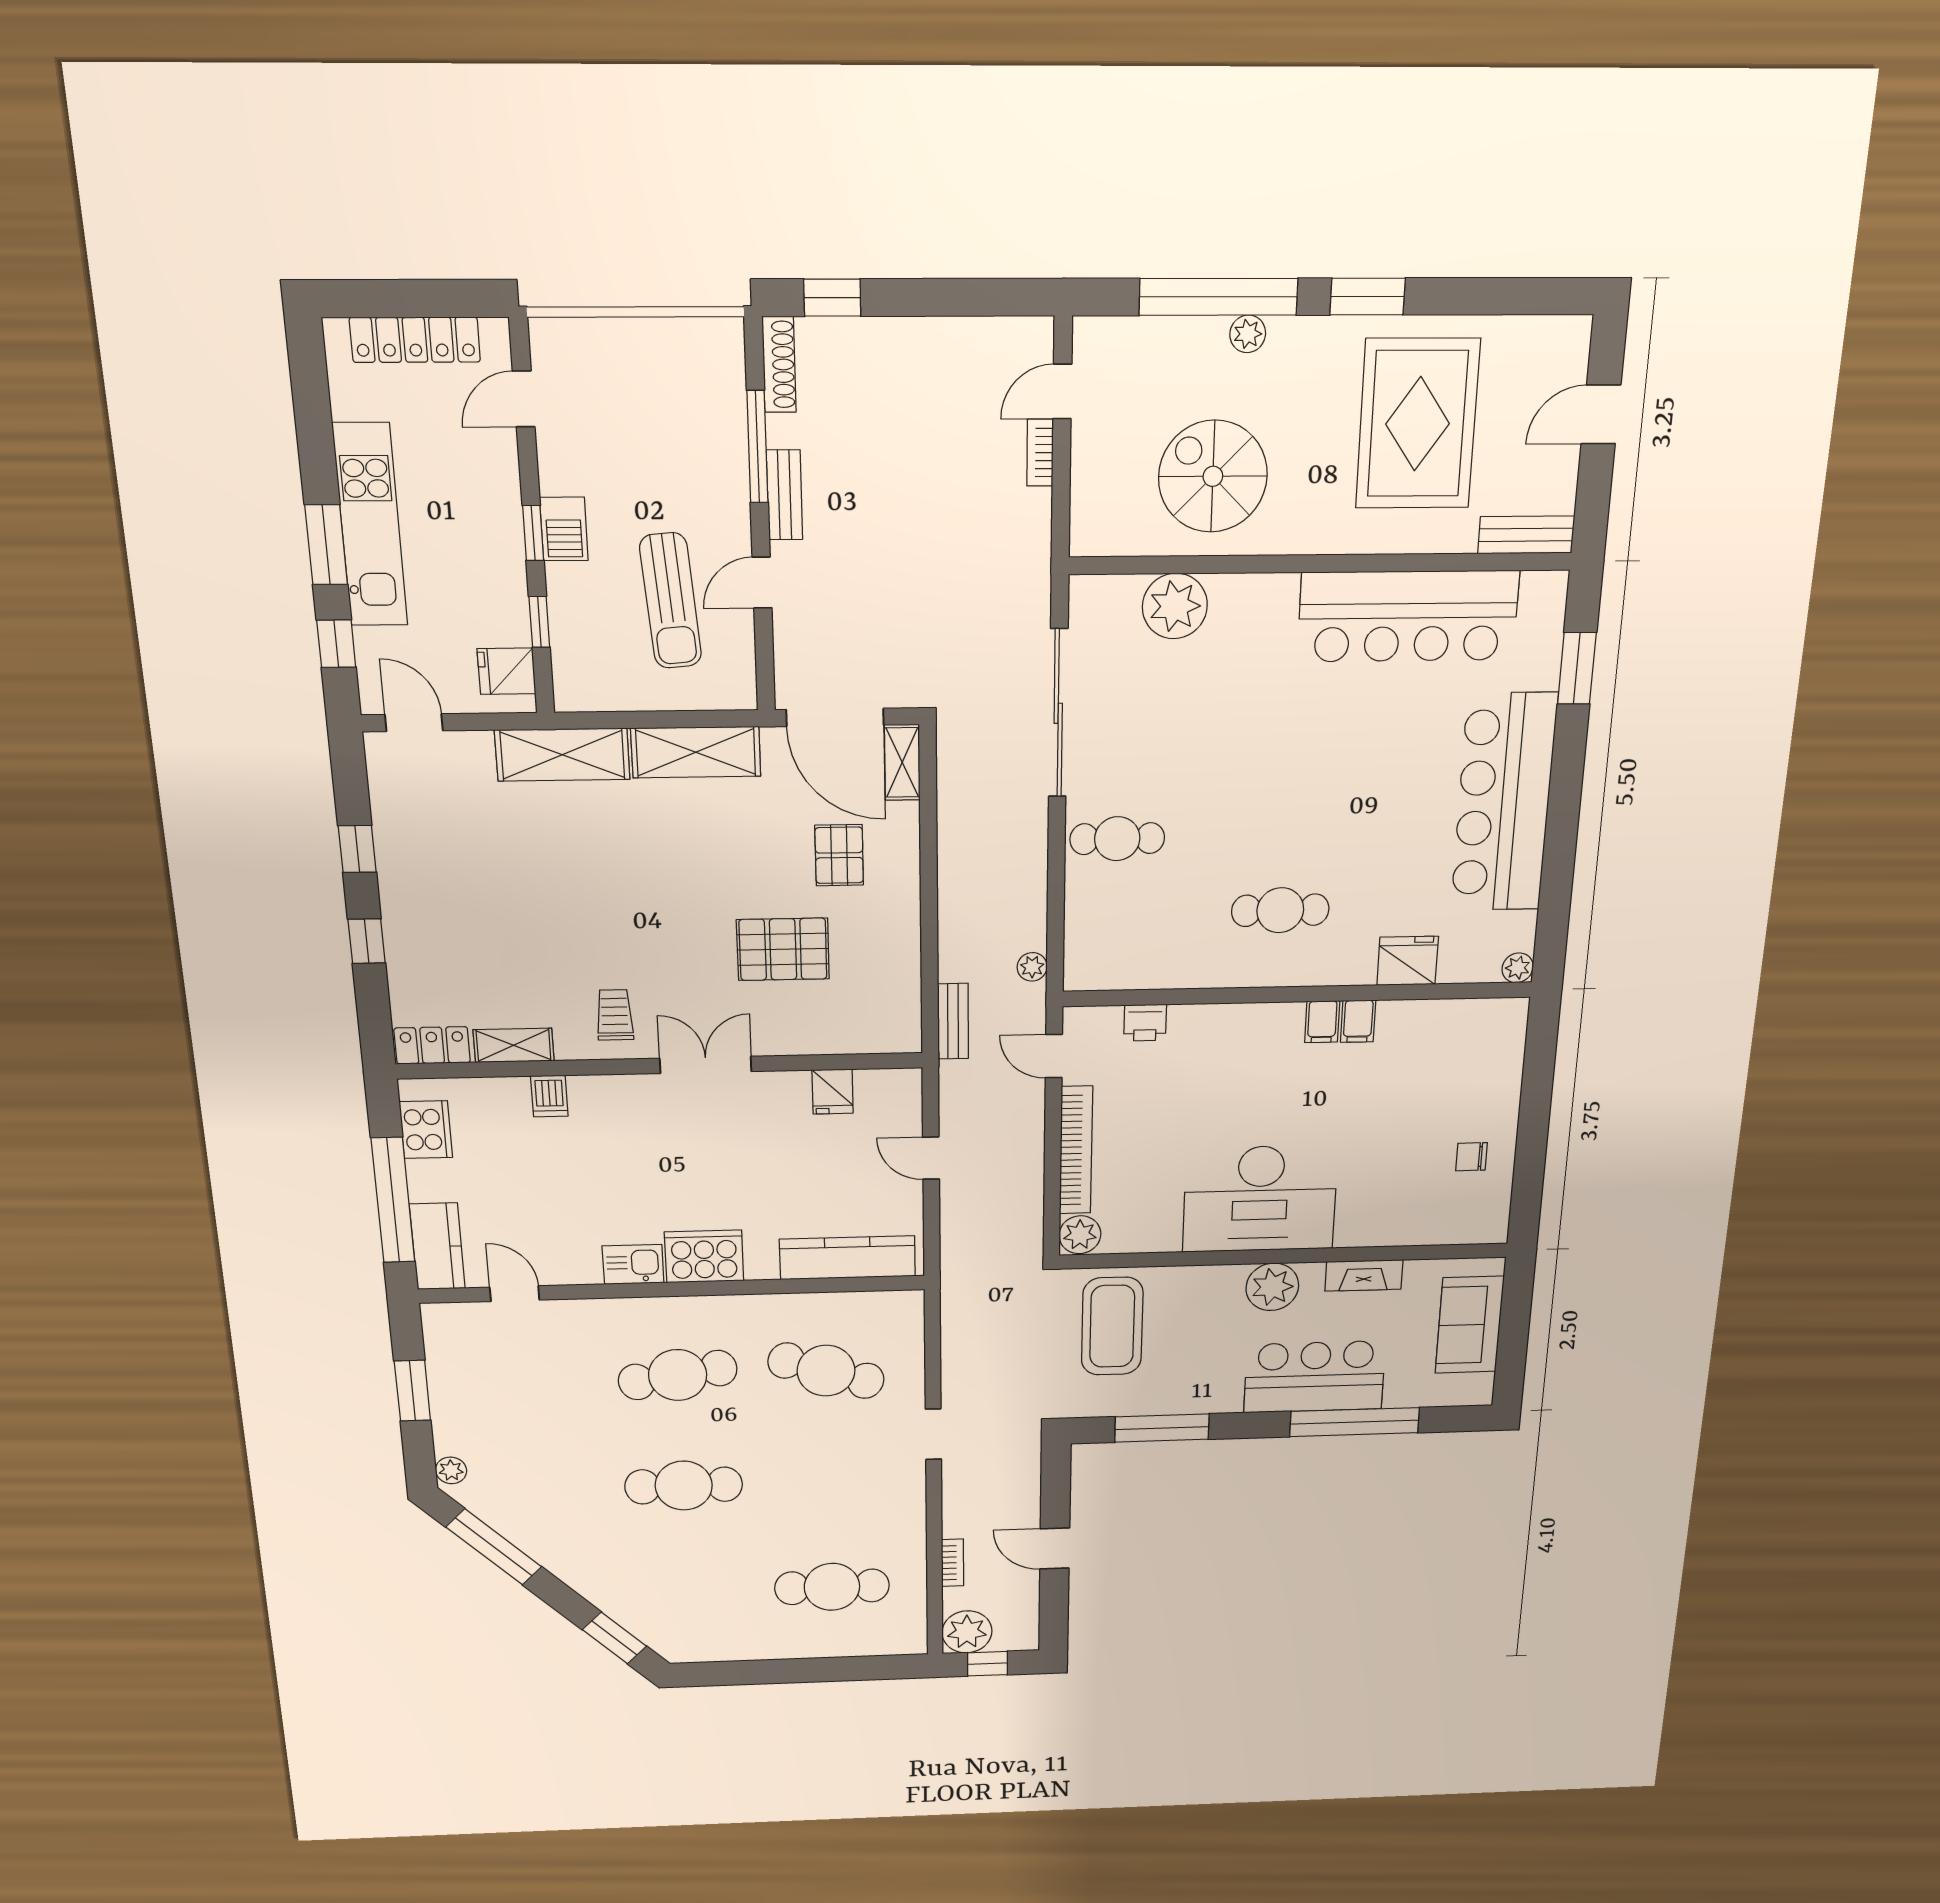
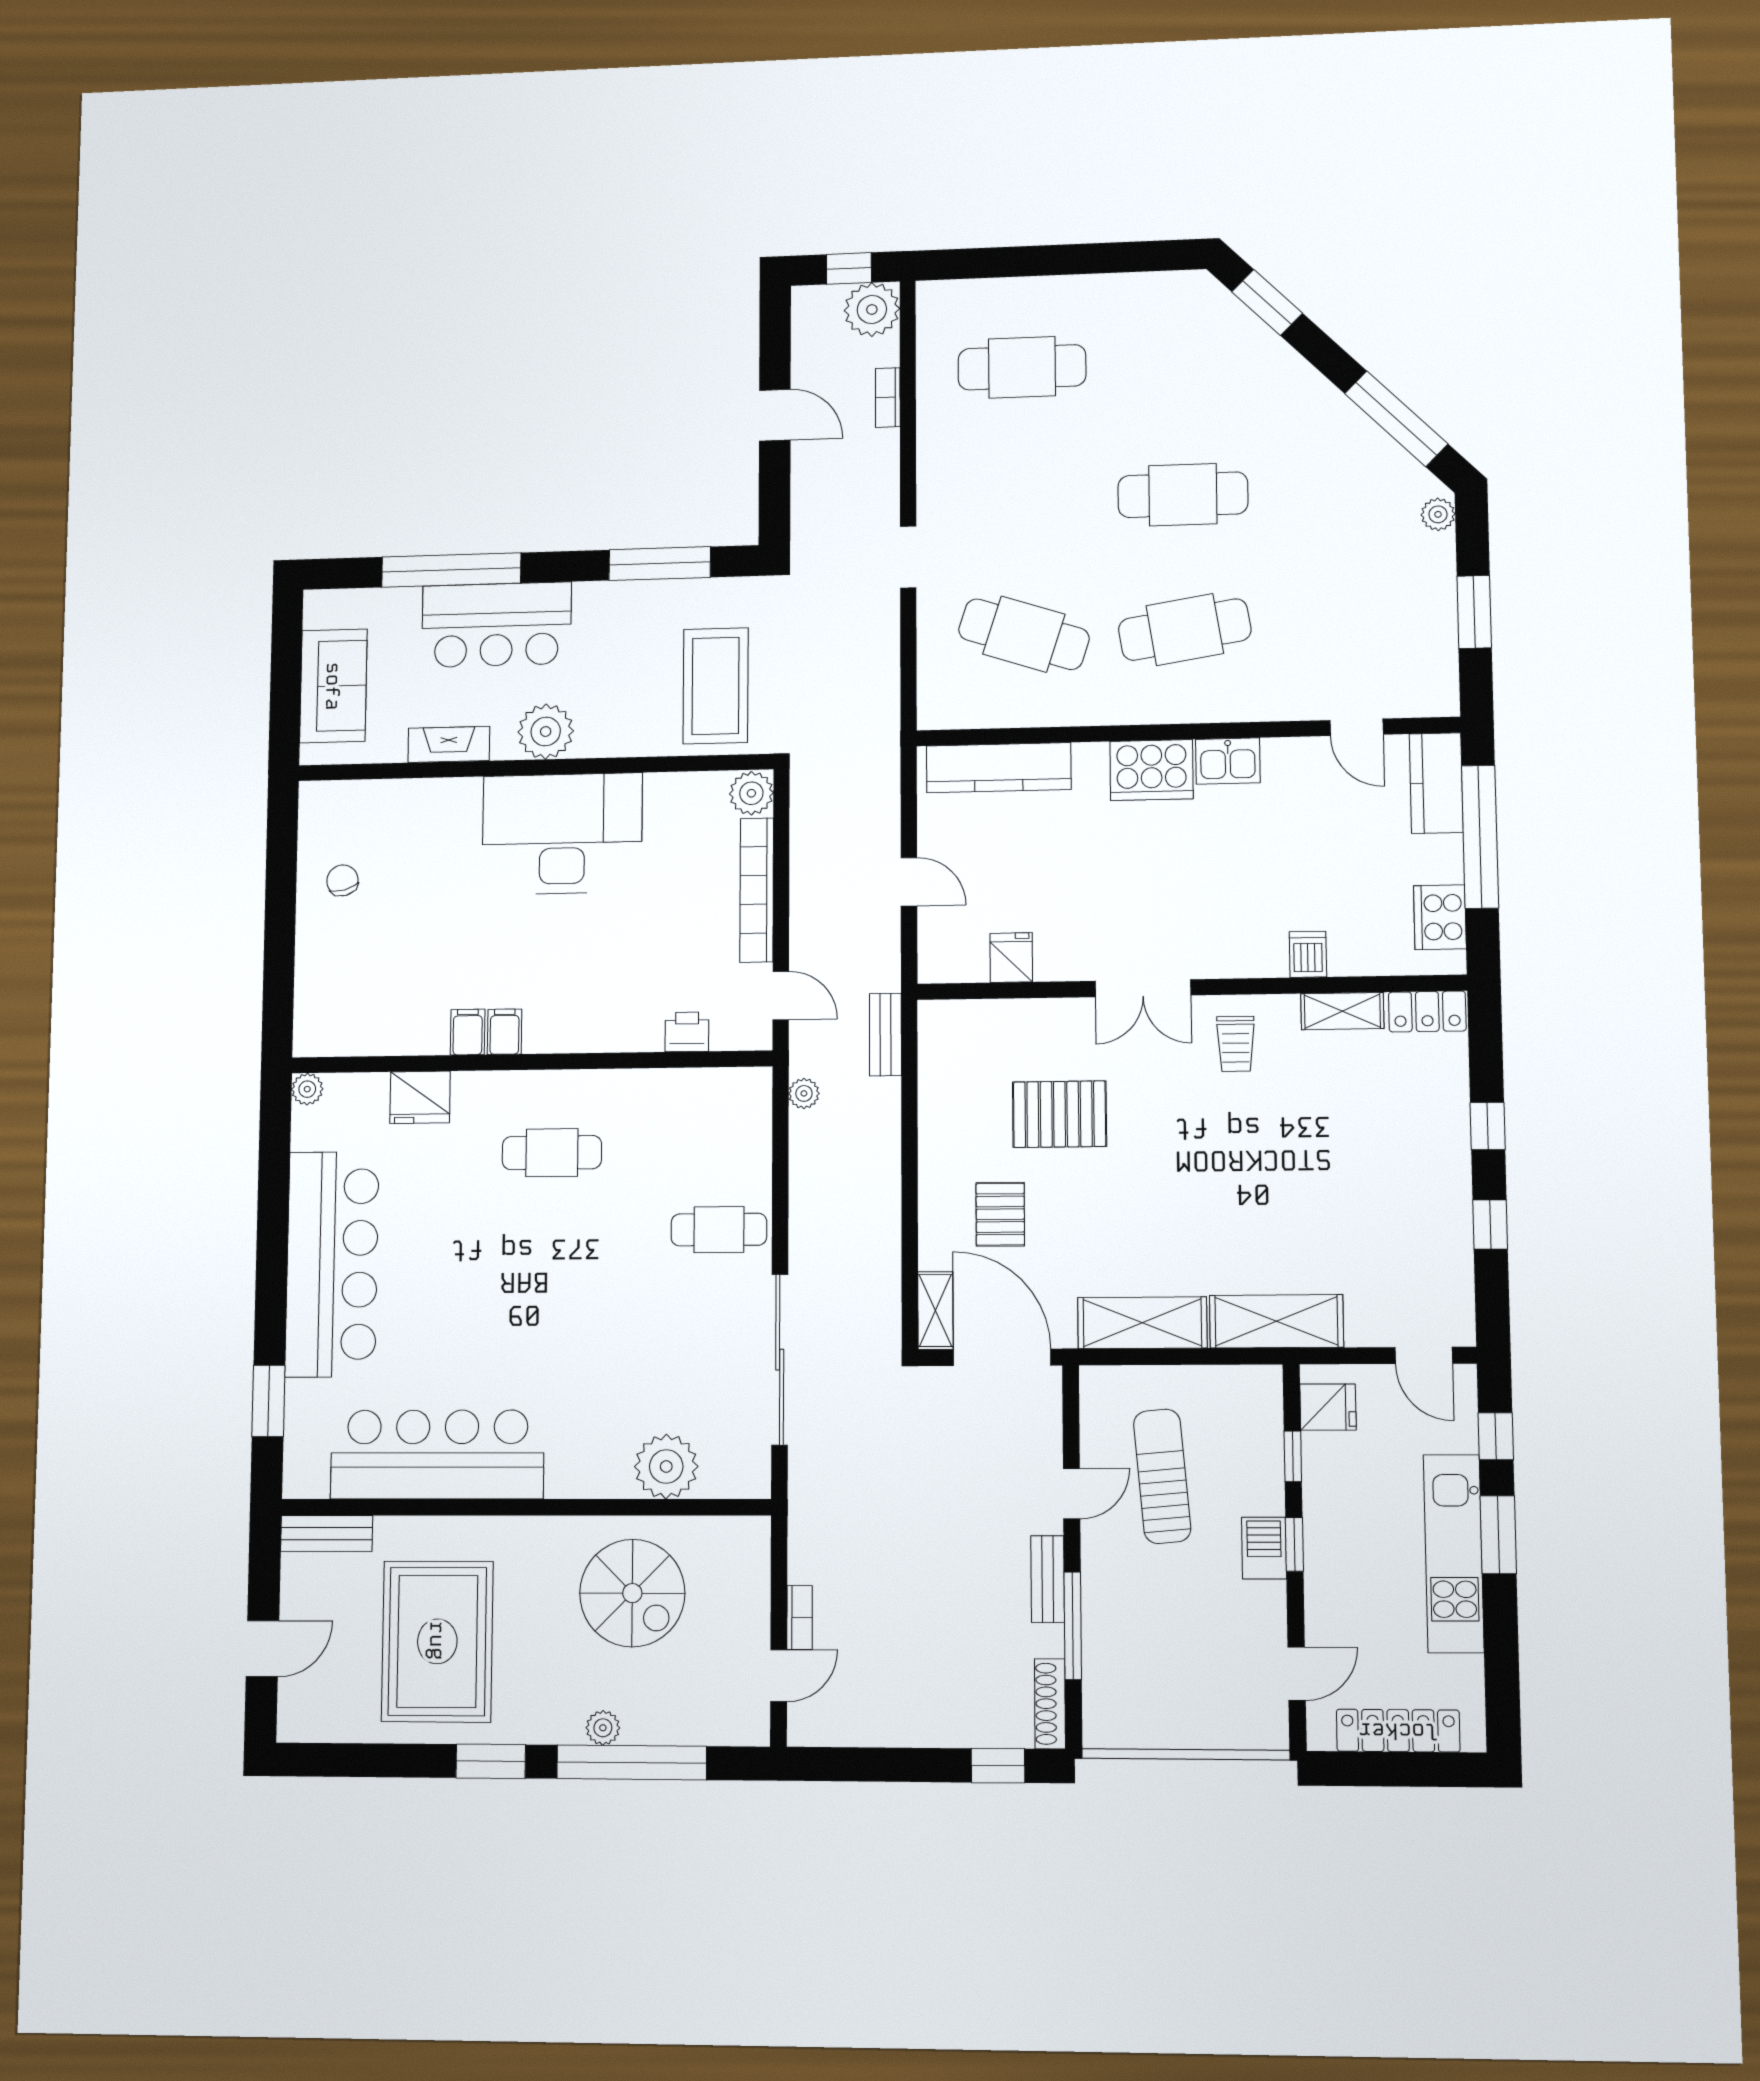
chair: (1471, 1157) -> (342, 880), turned -105

